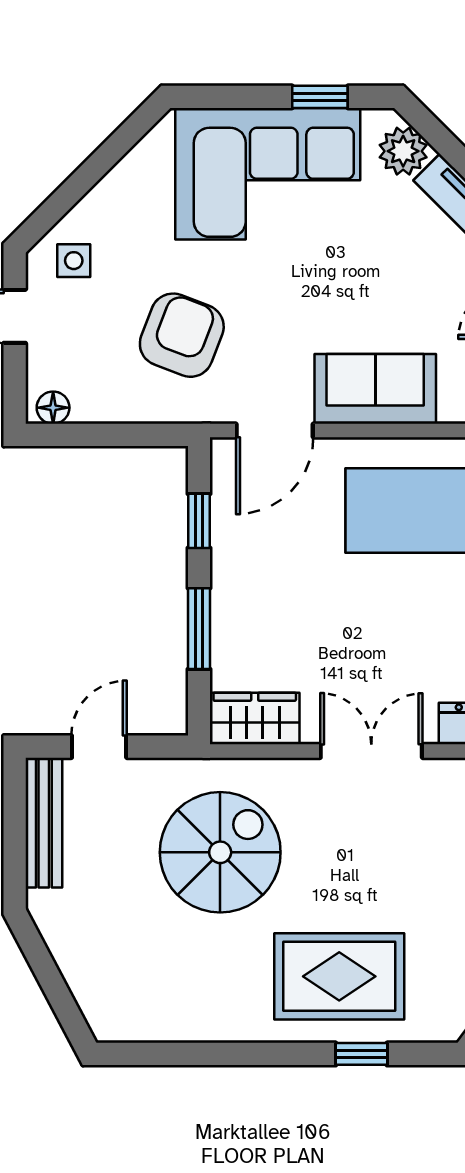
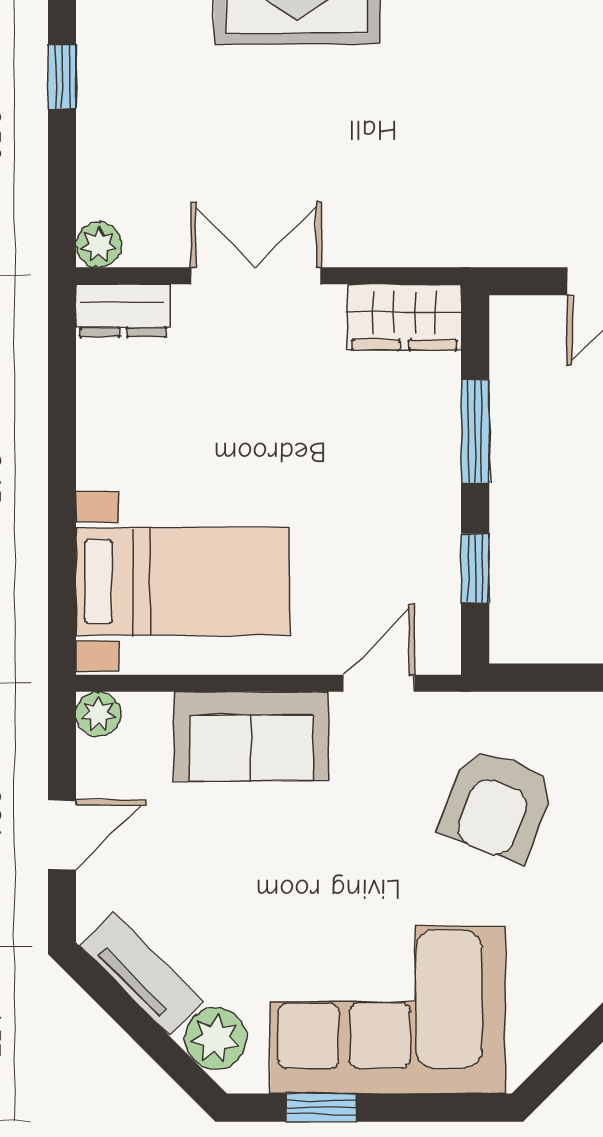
door: (275, 431) -> (379, 683), width x0.73
double door: (371, 751) -> (256, 276), swing flipped
spiral stairs: (220, 852) -> (448, 147), removed

